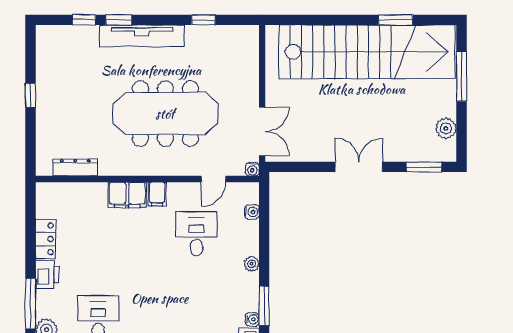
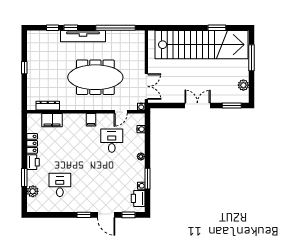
window: (203, 20) -> (115, 28), width x3.17
filing cabinet: (127, 195) -> (52, 120), moved
window: (30, 304) -> (24, 178), width x0.69

